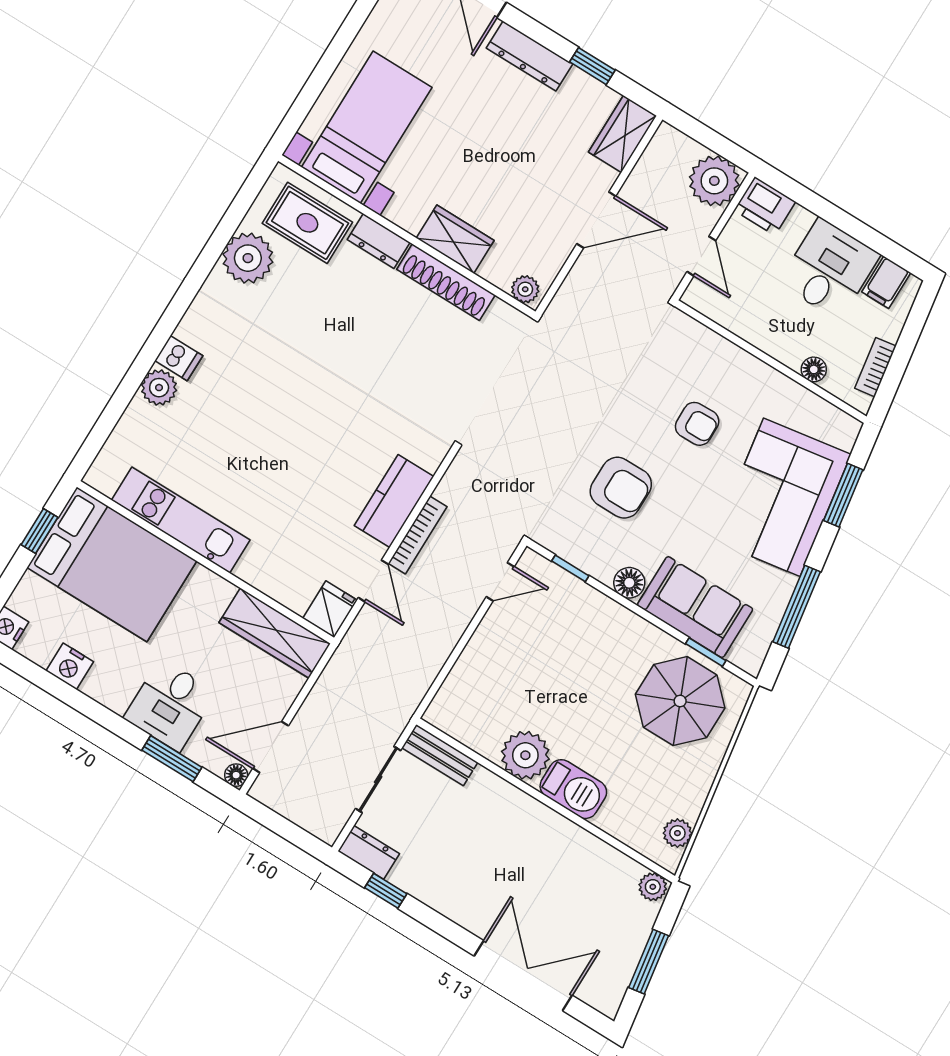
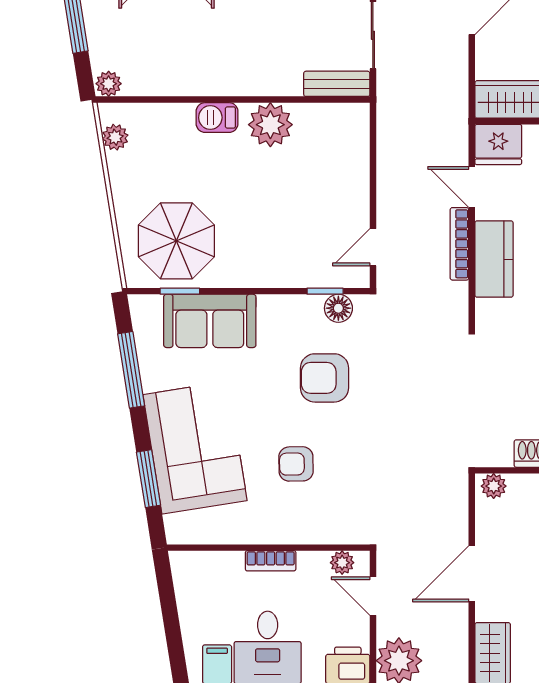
plant: (711, 305) -> (342, 563), added
bookcase: (875, 367) -> (271, 561), moved, turned 99
floor lamp: (814, 369) -> (232, 562), removed
floor lamp: (629, 583) -> (338, 308), moved
fridge: (330, 609) -> (498, 144), width x1.38
barbecue: (573, 789) -> (217, 118), width x0.73, depth x0.79

